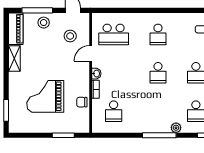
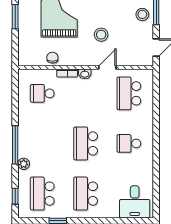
stool: (70, 36) -> (101, 35), moved
door: (91, 53) -> (107, 67), hinge flipped
school desk: (158, 73) -> (86, 143), width x1.85
window: (63, 135) -> (15, 17), moved

